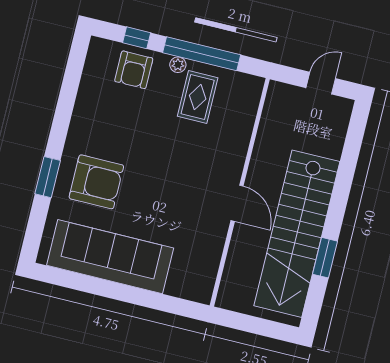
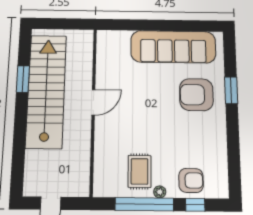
armchair: (134, 70) -> (191, 180), turned 90
door: (237, 203) -> (93, 102), swing flipped

